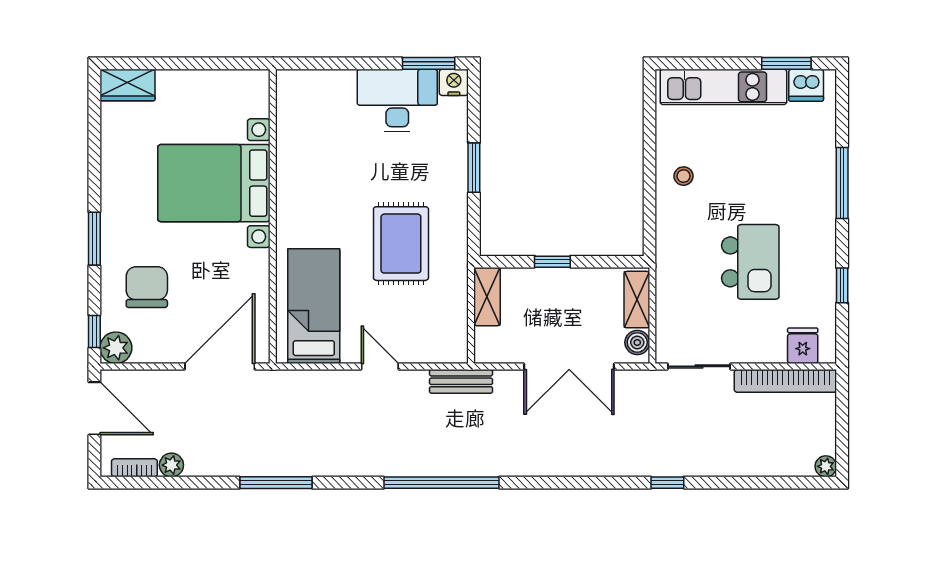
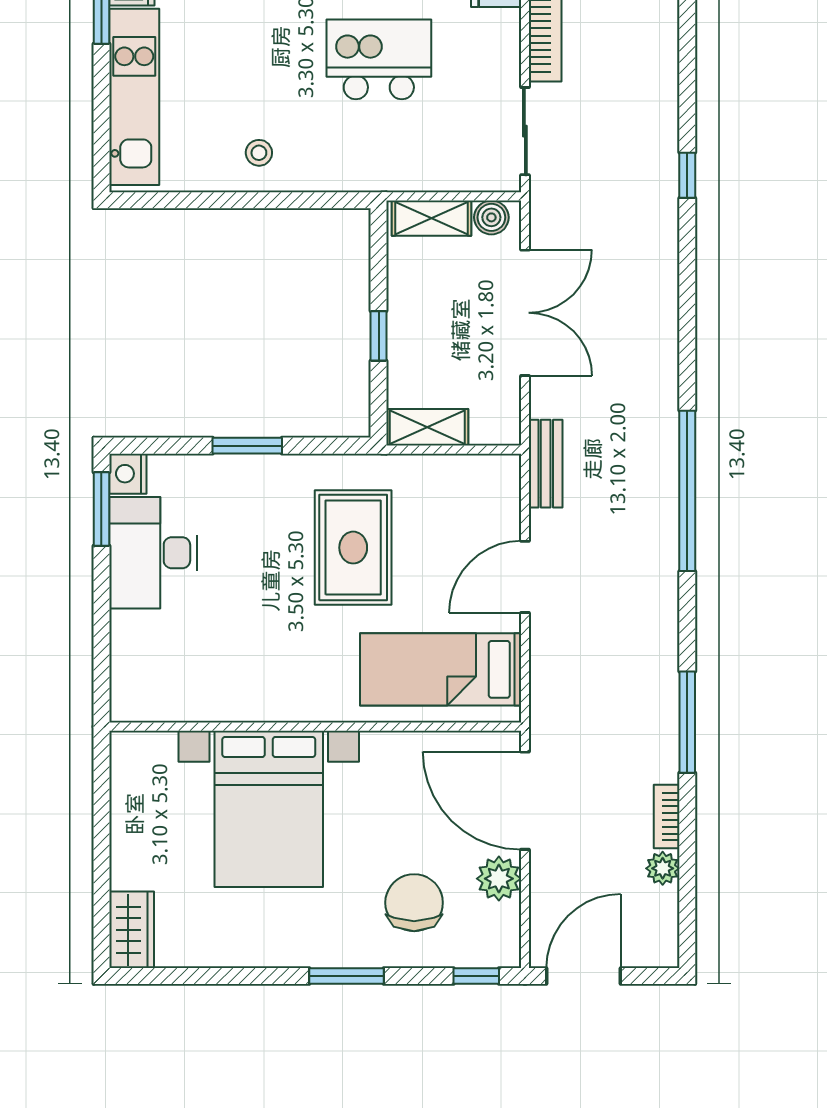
rug: (401, 244) -> (353, 548), turned 90
chair: (147, 287) -> (414, 903), turned 90
plant: (116, 348) -> (499, 879), moved
door: (380, 366) -> (525, 577), width x1.38
bookcase: (134, 468) -> (667, 817), moved

